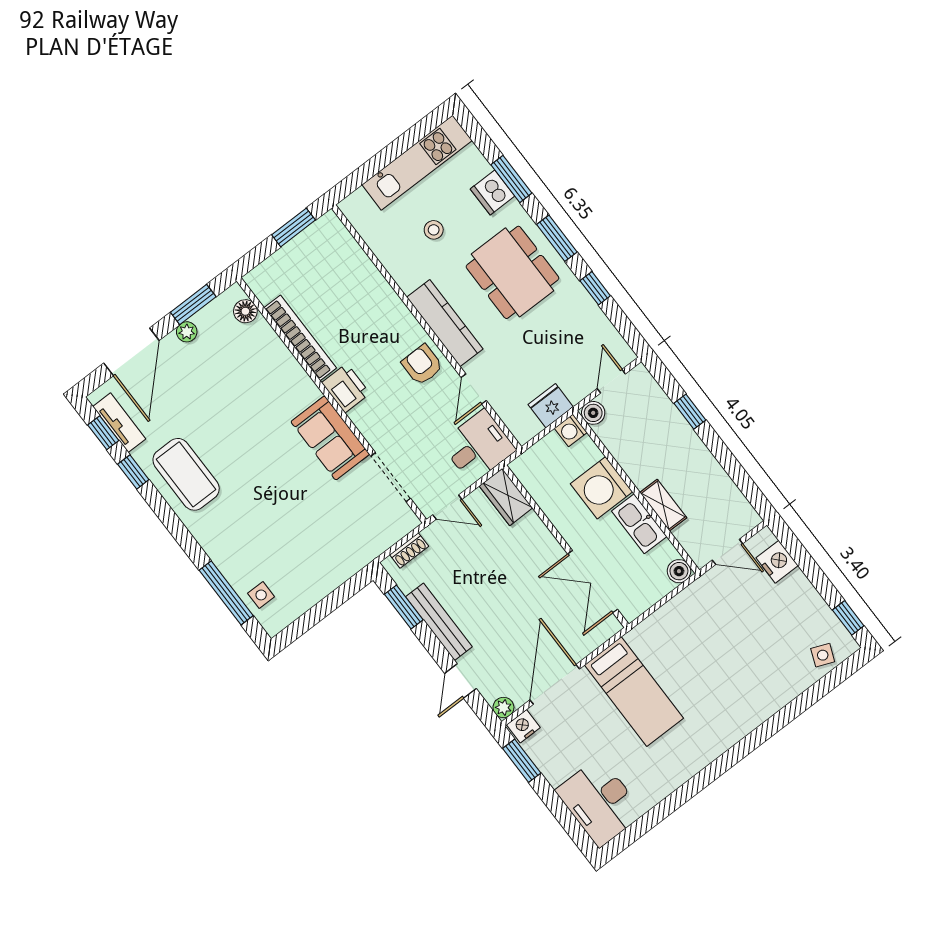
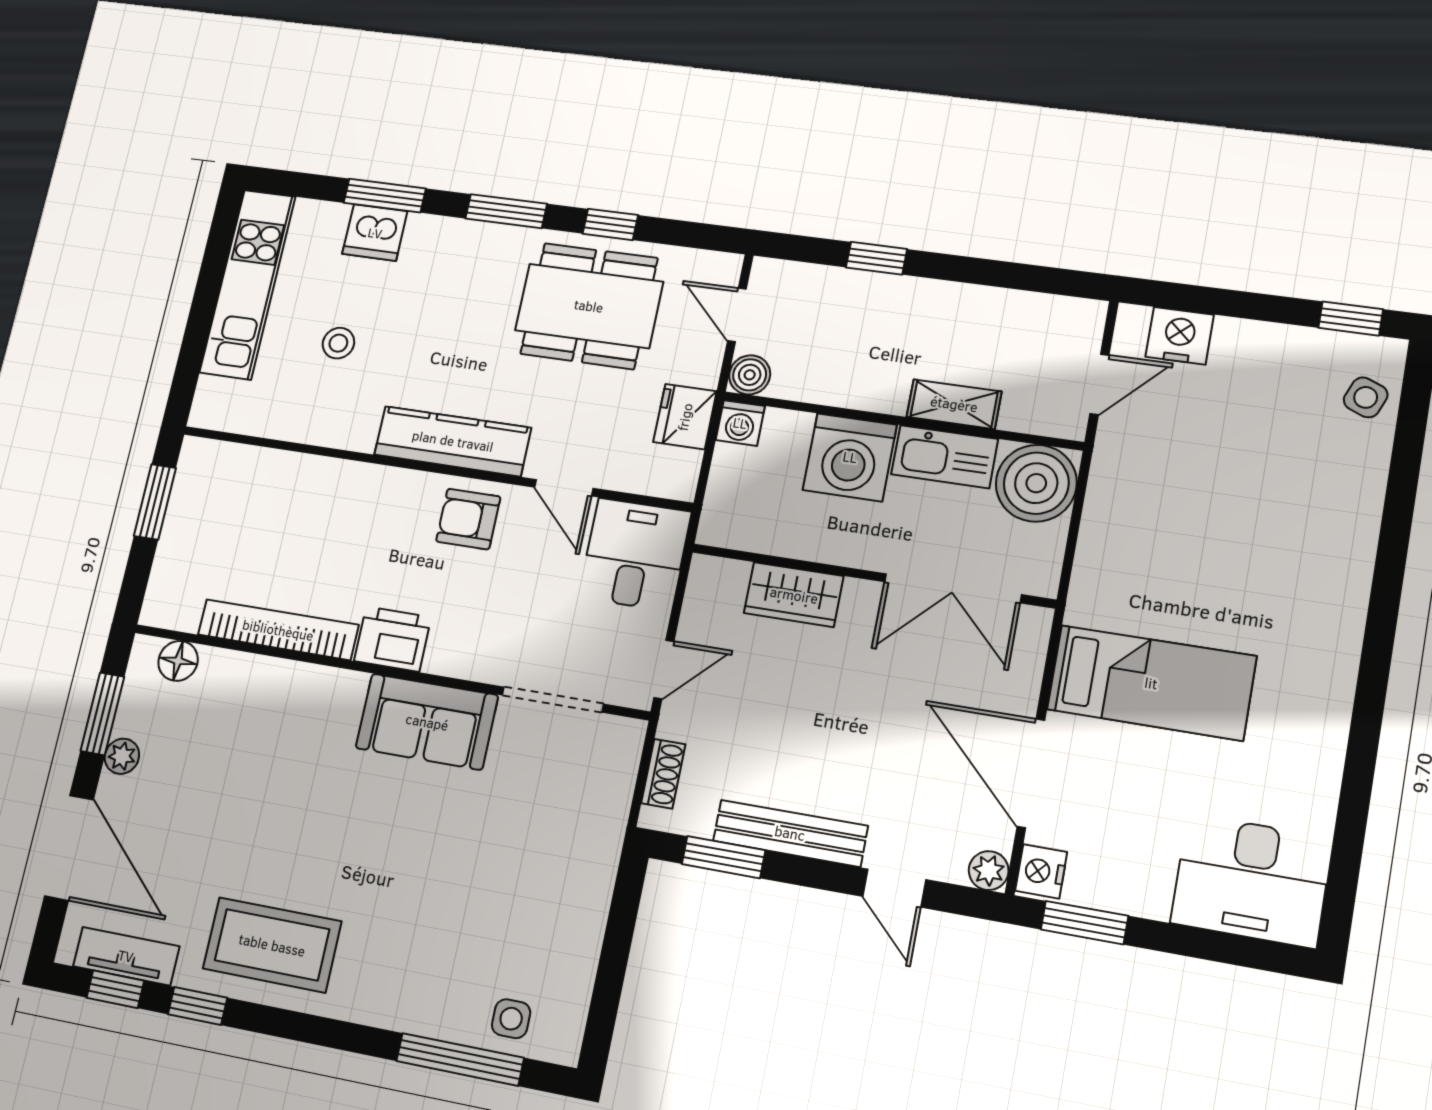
dining table: (512, 272) -> (589, 306), moved
wardrobe: (506, 497) -> (794, 595), moved
boiler: (679, 571) -> (1036, 483), width x1.86, depth x1.86

